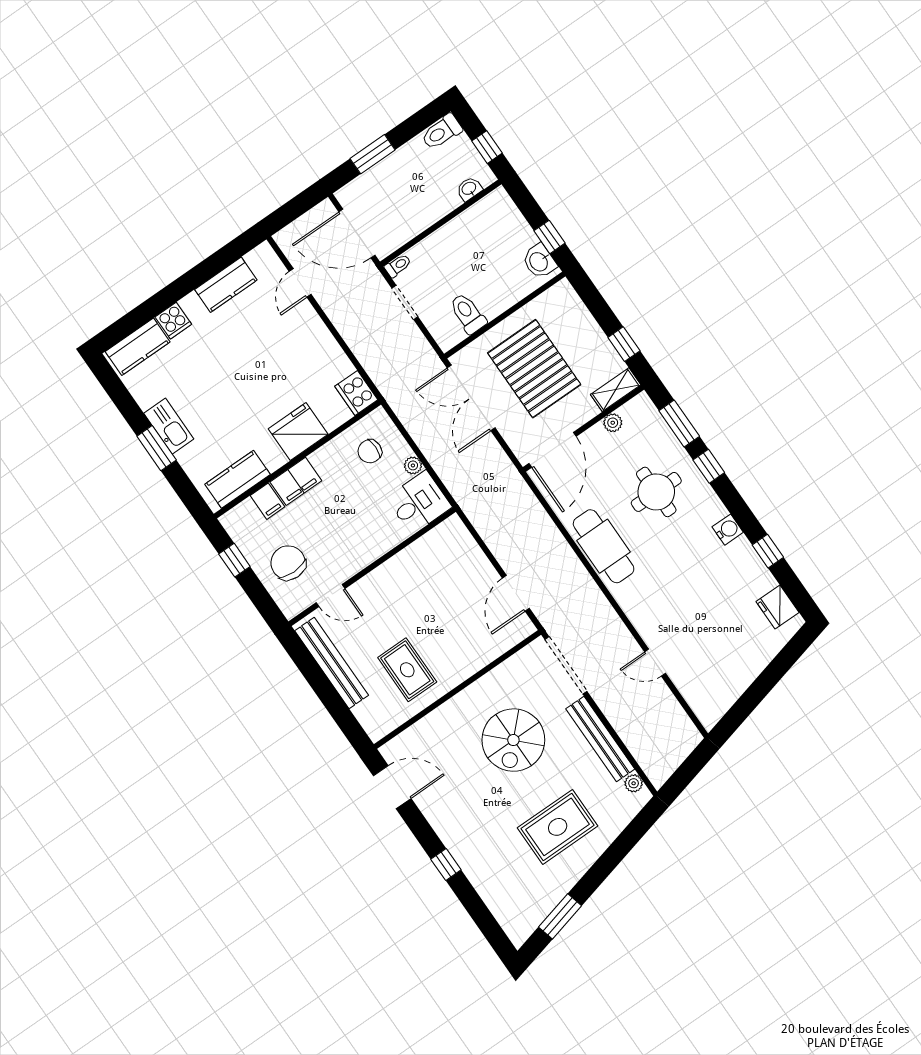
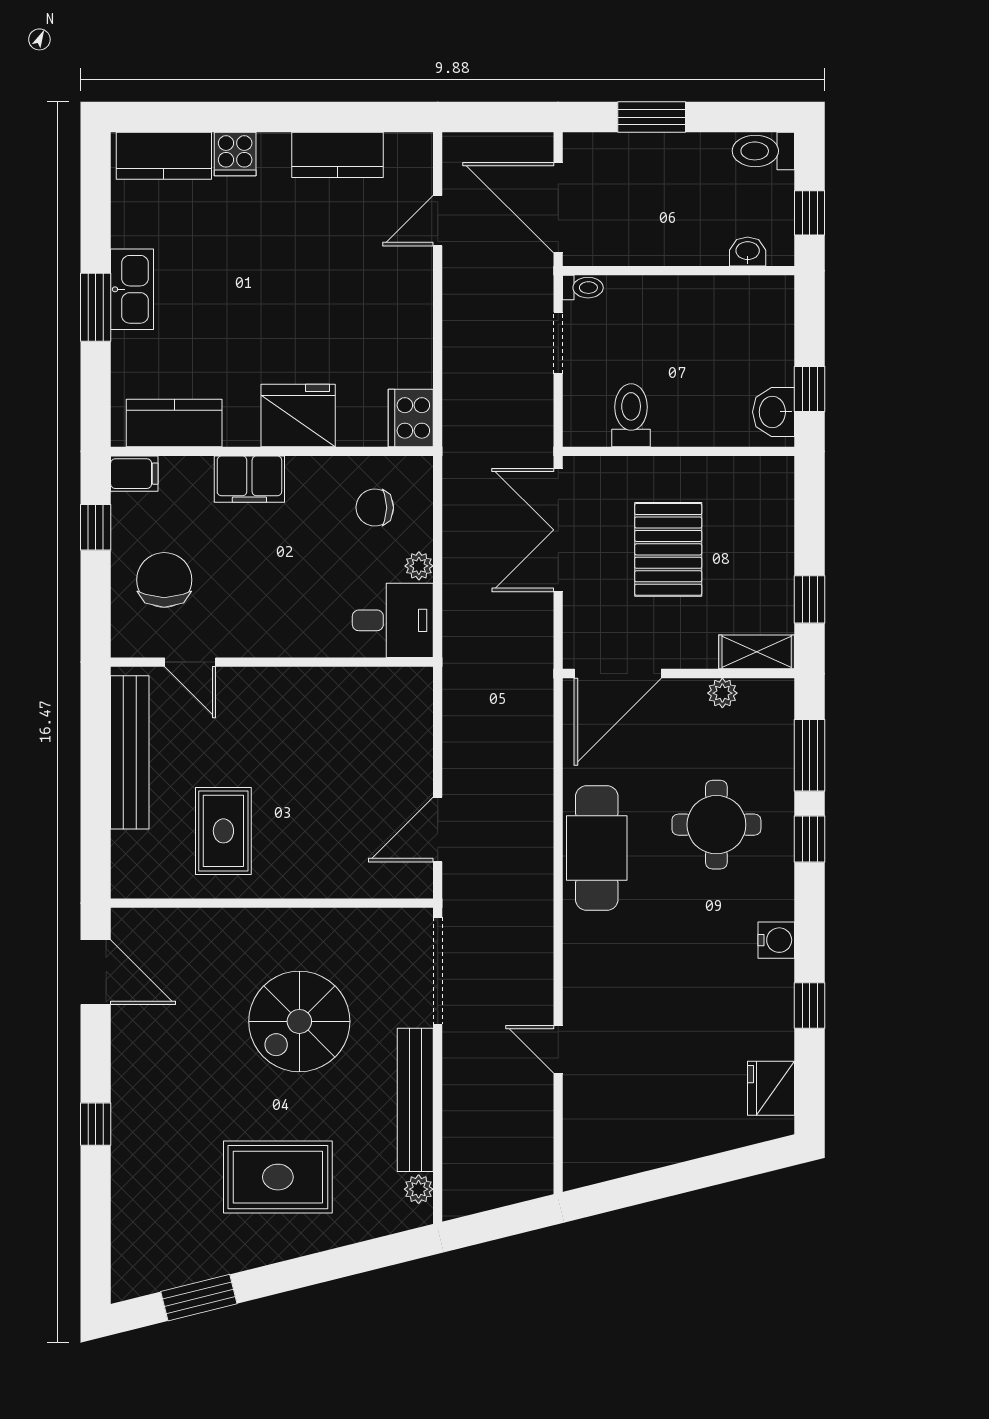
pallet: (534, 369) -> (668, 549), width x0.73, depth x0.71
filing cabinet: (268, 501) -> (134, 474), moved, turned -90

